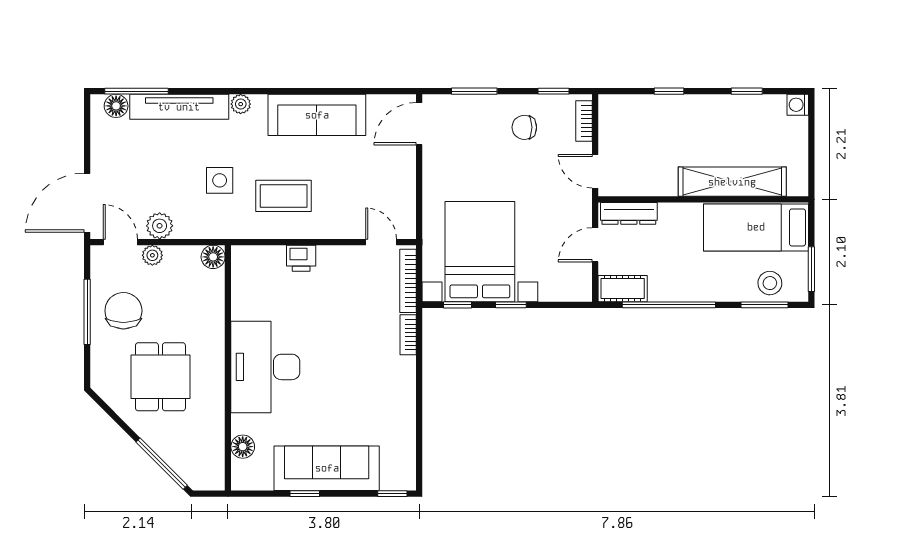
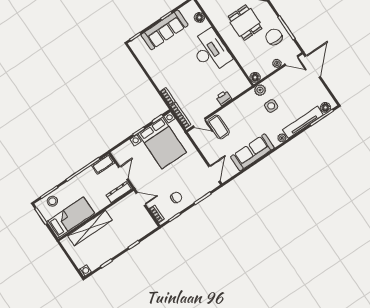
coffee table: (284, 196) -> (219, 127), moved, turned 90
plant: (160, 226) -> (260, 90), moved
chair: (123, 311) -> (274, 37), turned 180

